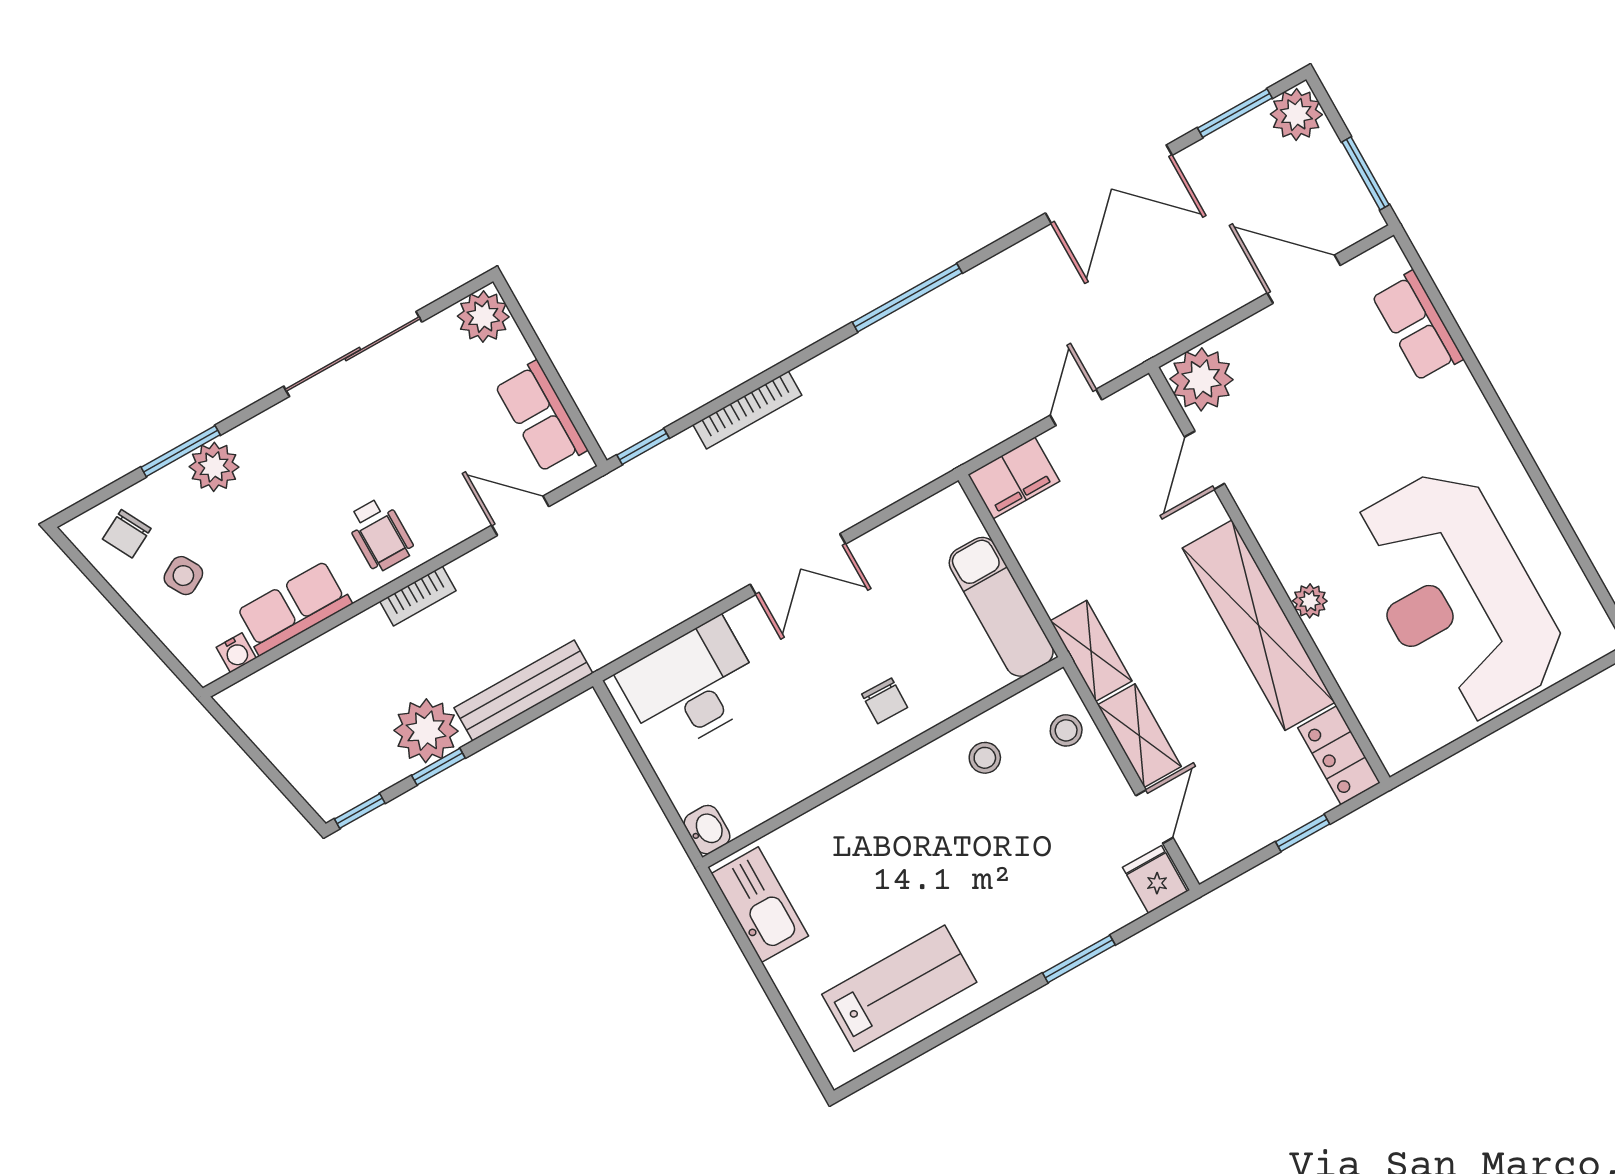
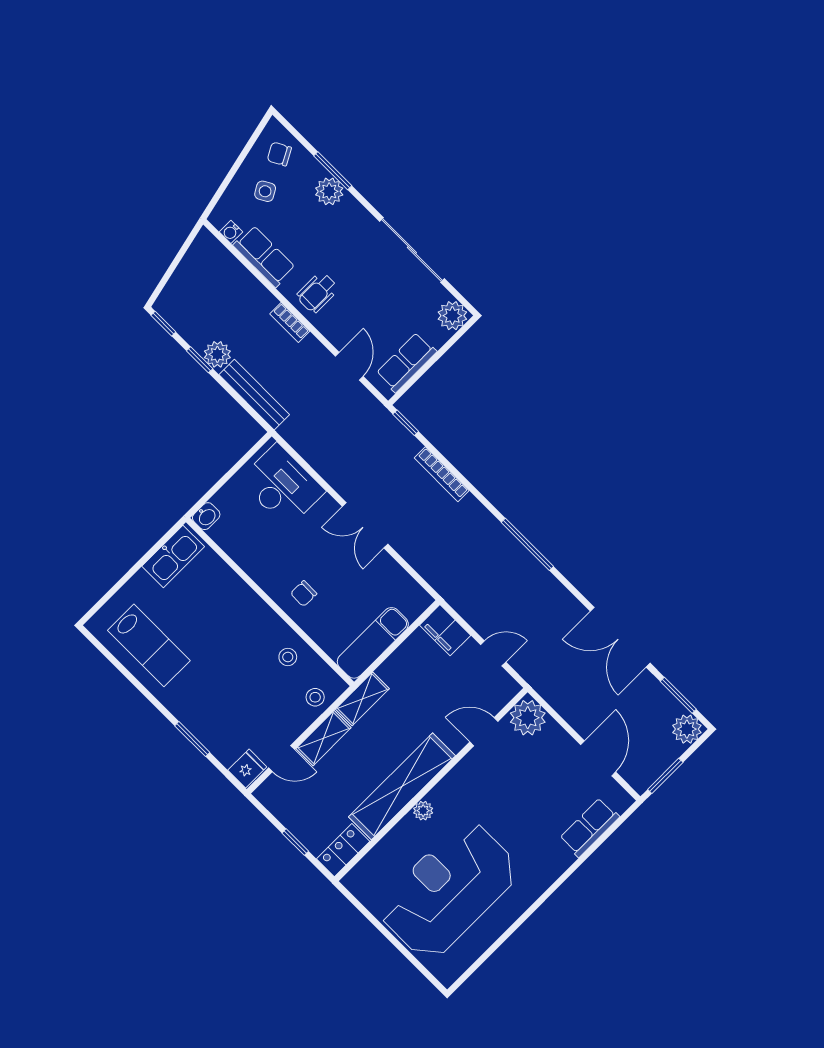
plant: (426, 731) -> (217, 354), width x0.73, depth x0.73

